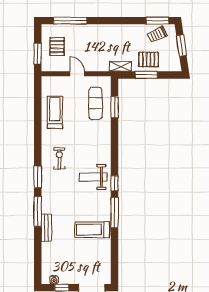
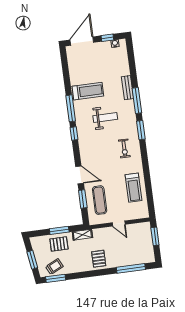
pallet: (57, 47) -> (99, 259), moved
door: (114, 135) -> (80, 175), added
weight bench: (93, 177) -> (105, 117), moved

